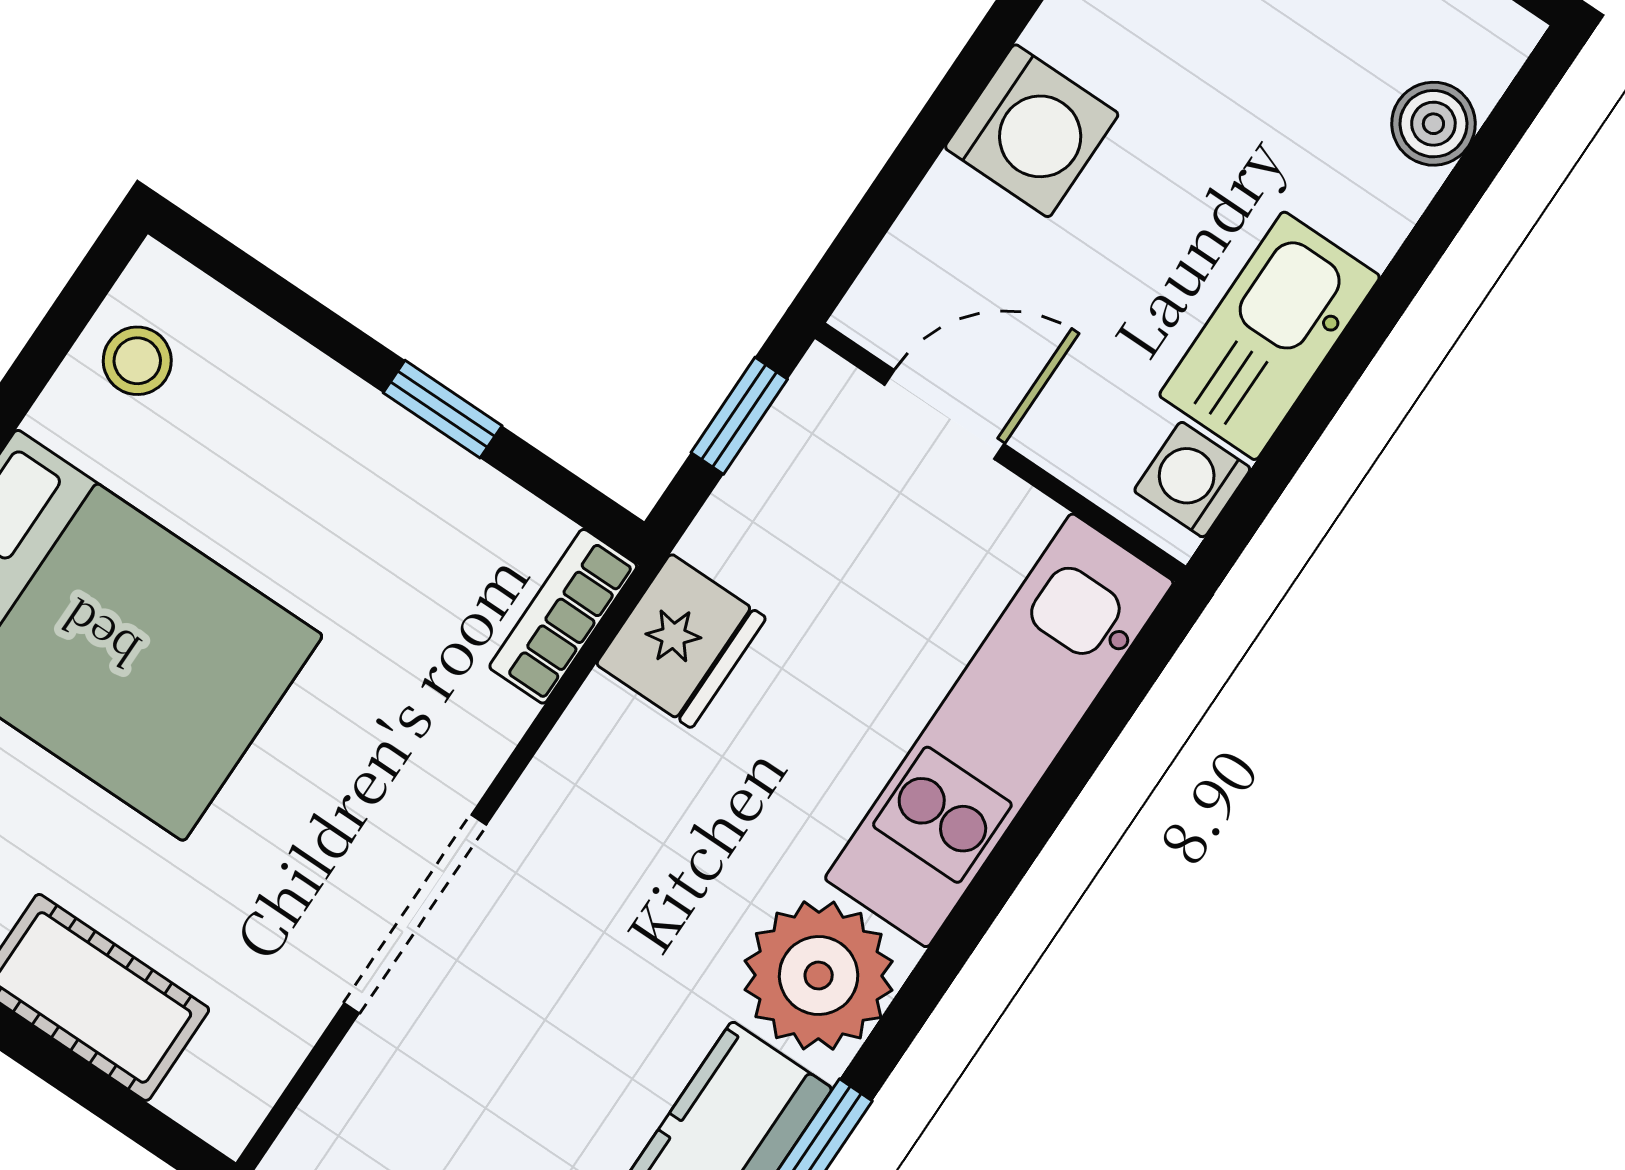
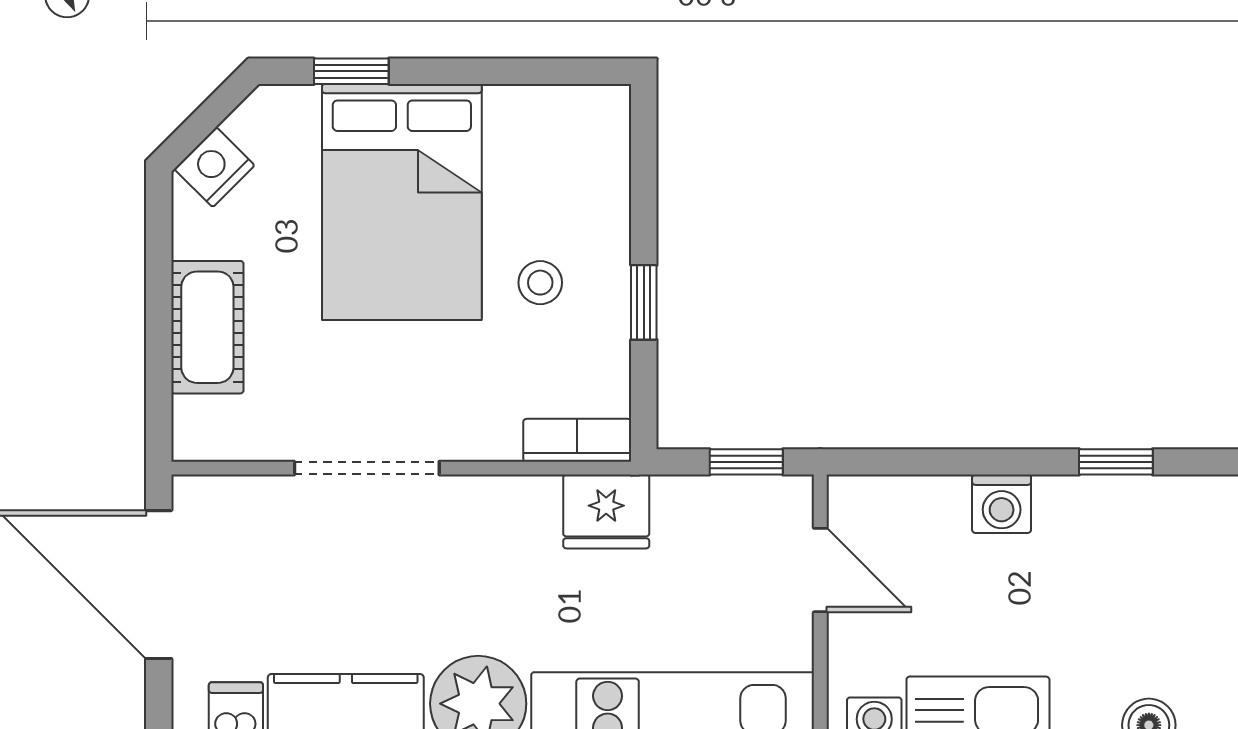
washing machine: (1032, 131) -> (1002, 504), width x0.73, depth x0.73
stool: (137, 361) -> (540, 283), moved

